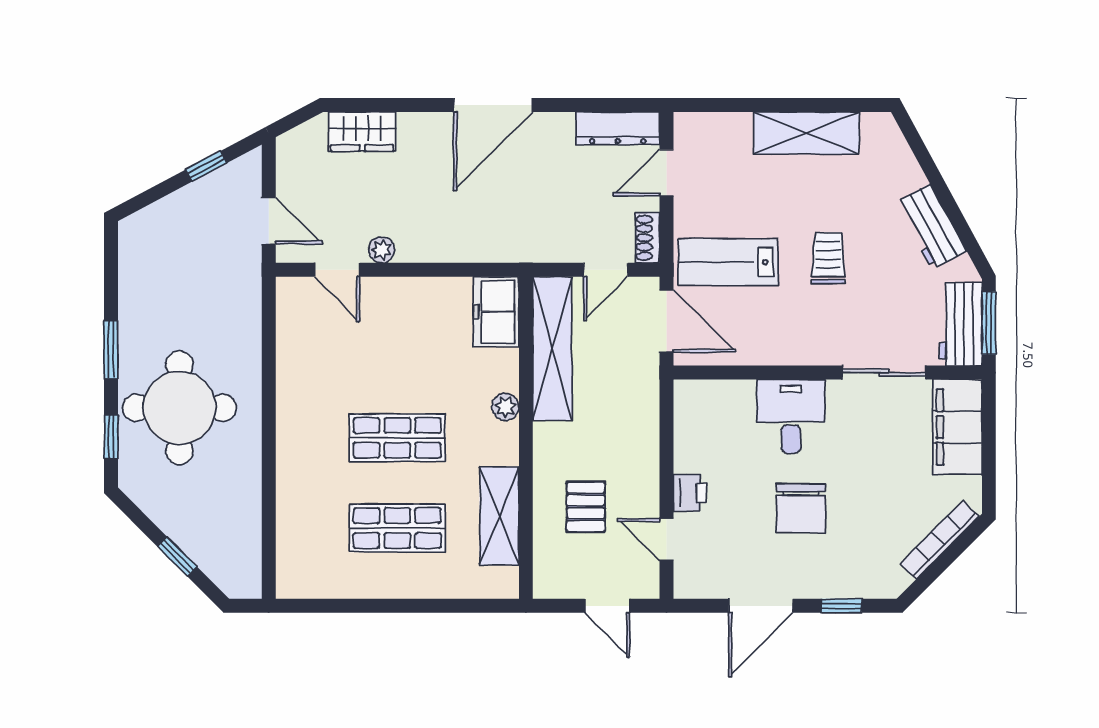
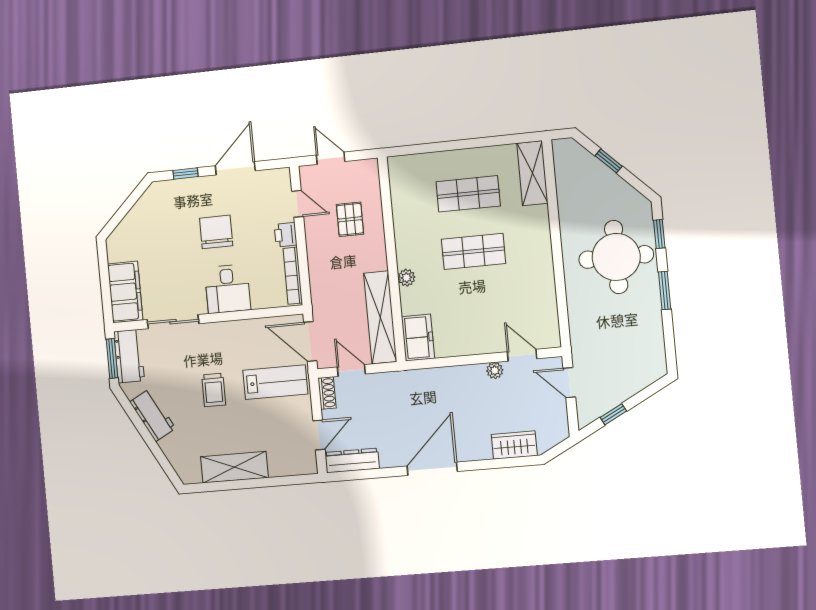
door: (606, 270) -> (351, 370), hinge flipped
shelving: (499, 516) -> (532, 173), moved
bookcase: (940, 540) -> (293, 276), moved, turned 135

